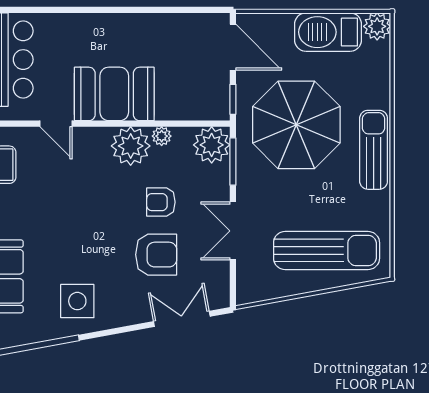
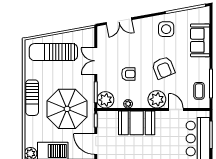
booth: (114, 94) -> (137, 123), moved
plant: (131, 146) -> (157, 99), moved
double door: (233, 231) -> (96, 61), swing flipped
armchair: (156, 255) -> (163, 68), moved, turned -112

